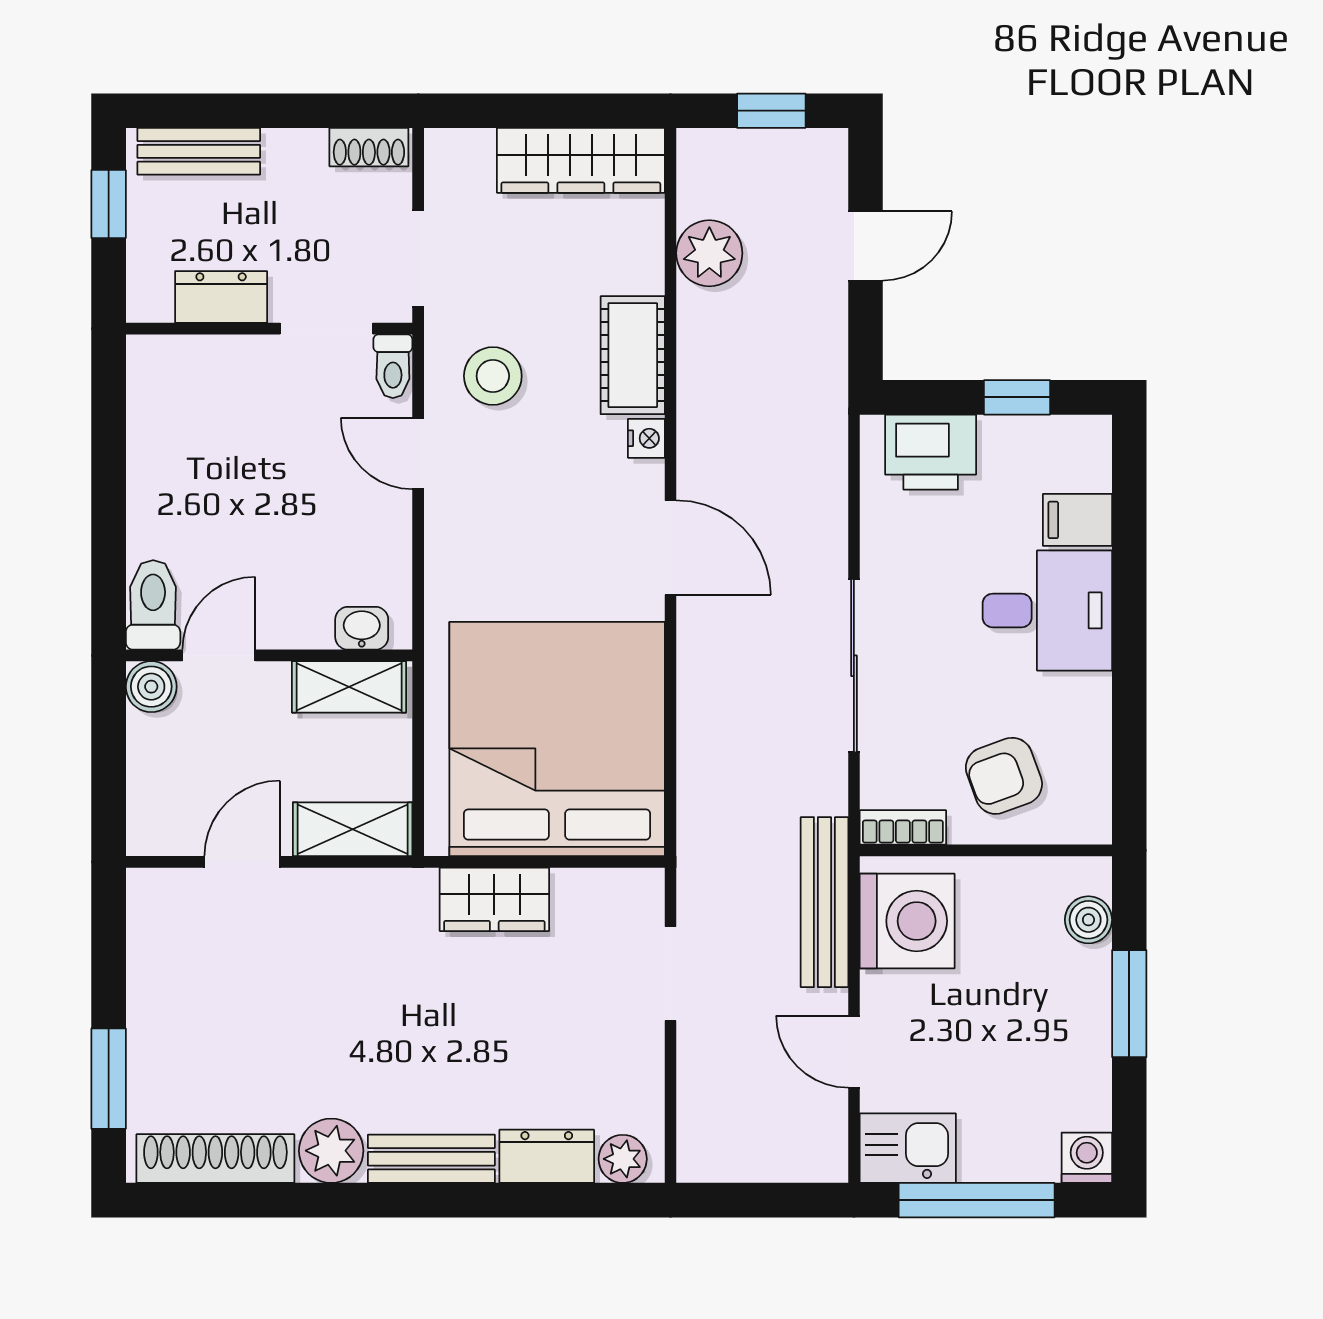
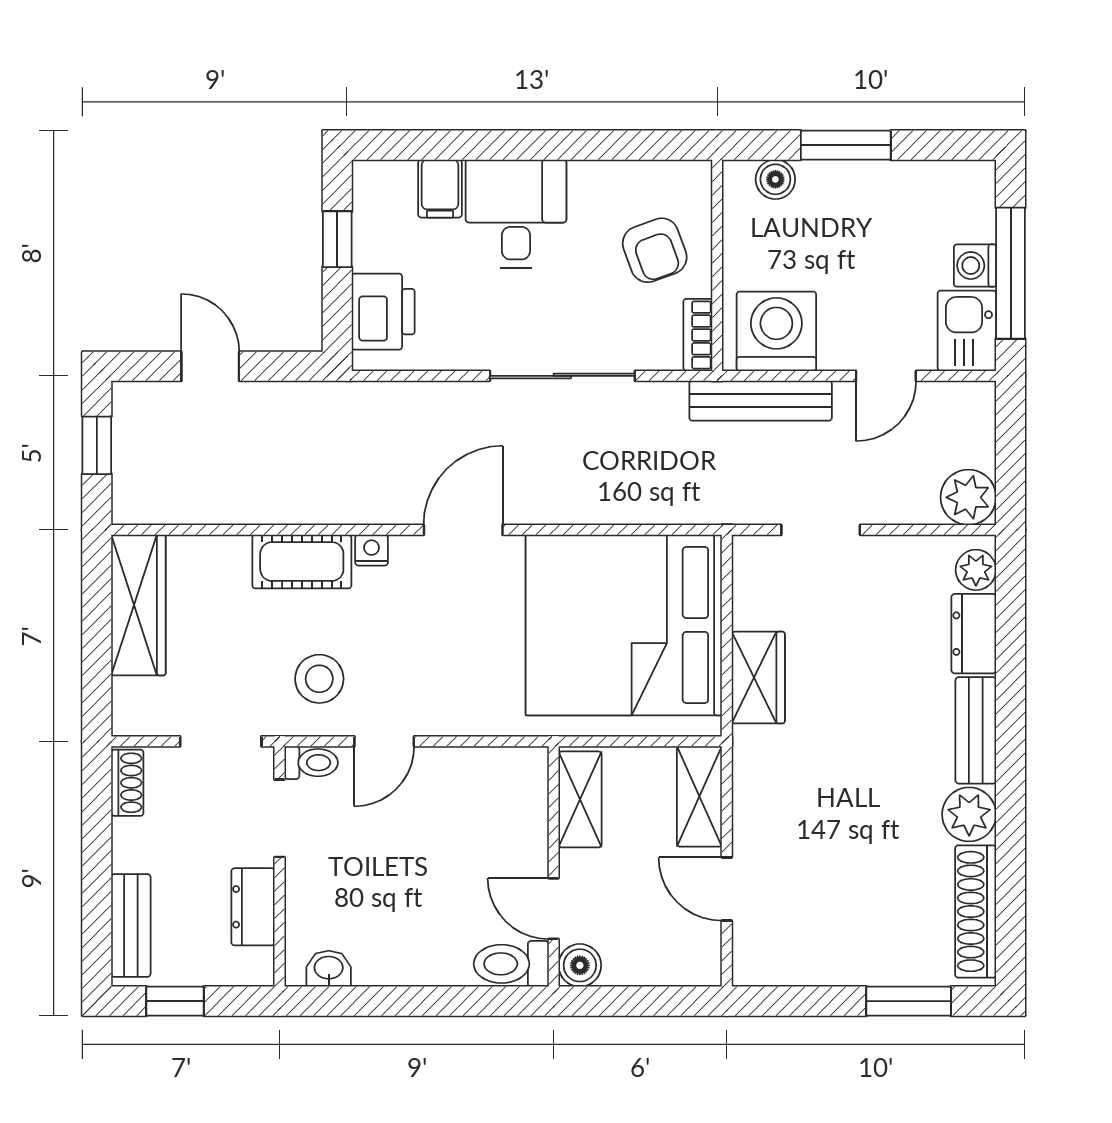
plant: (709, 253) -> (968, 497), moved
washbasin: (362, 628) -> (329, 969), moved, turned 90
washing machine: (1087, 1158) -> (975, 266), moved

